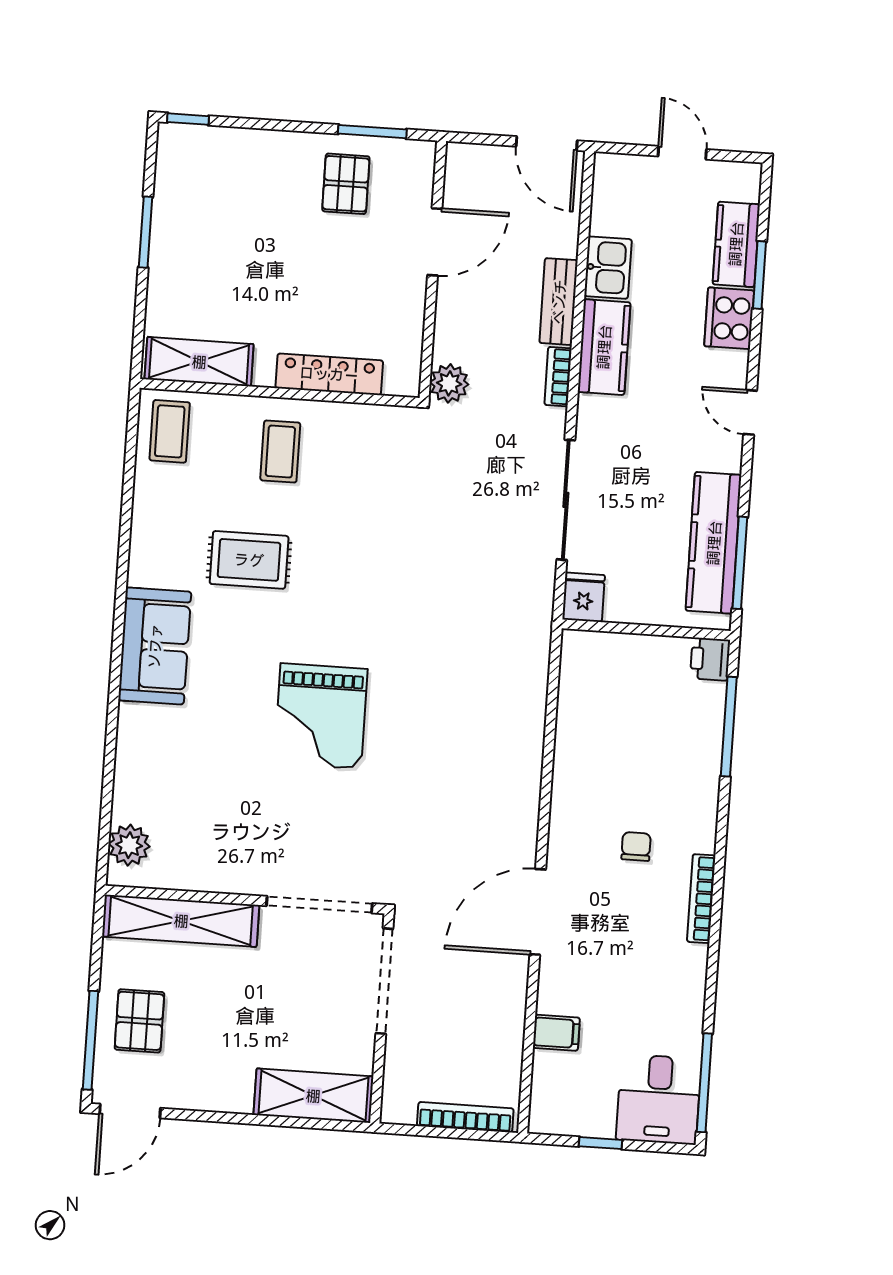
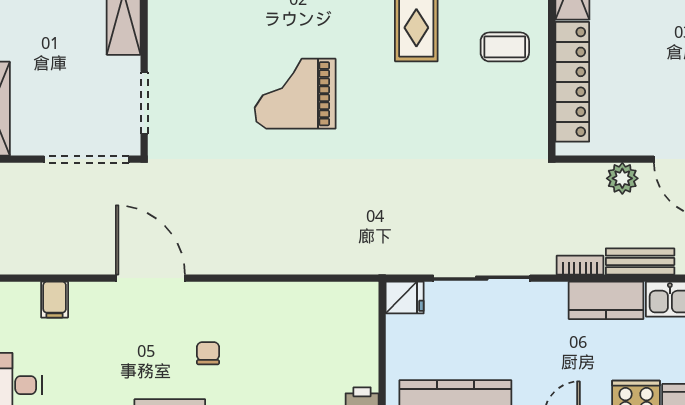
locker: (329, 374) -> (572, 82), width x1.41, depth x1.21
plant: (449, 383) -> (622, 178), moved
chair: (636, 847) -> (208, 353), turned -90
doorway: (319, 905) -> (144, 103), width x0.73

